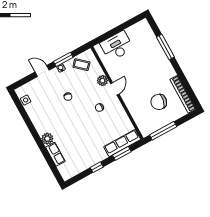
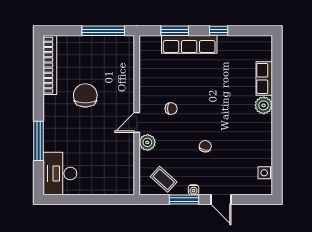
desk: (117, 46) -> (60, 173), moved, turned 90
chair: (159, 102) -> (85, 95), moved, turned -102
row of seats: (122, 143) -> (189, 44), moved

